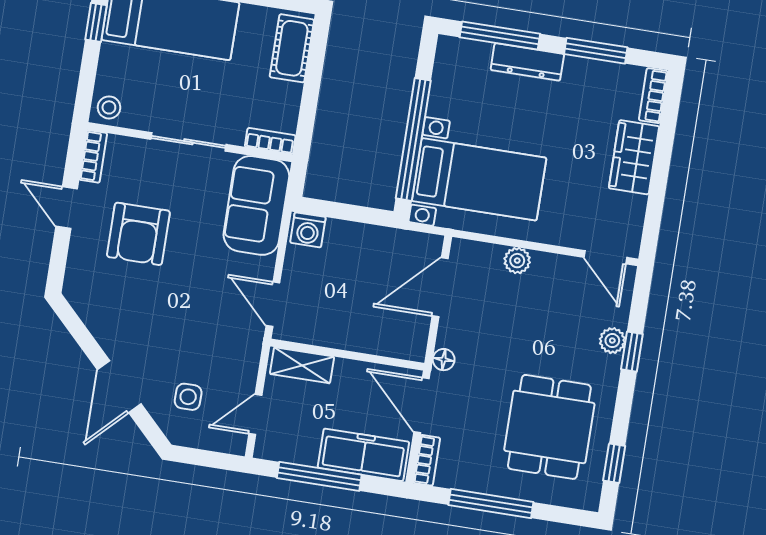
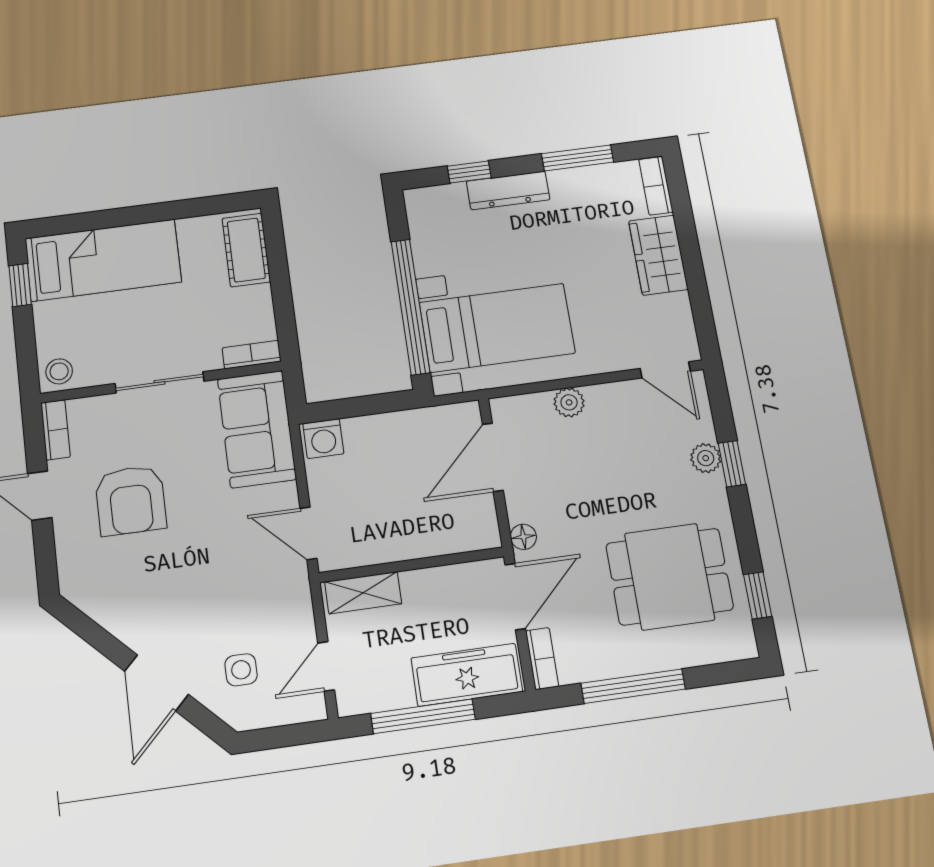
window: (500, 35) -> (469, 172), width x0.46
door: (422, 405) -> (515, 597), swing flipped
dining table: (549, 427) -> (669, 577), turned 90

